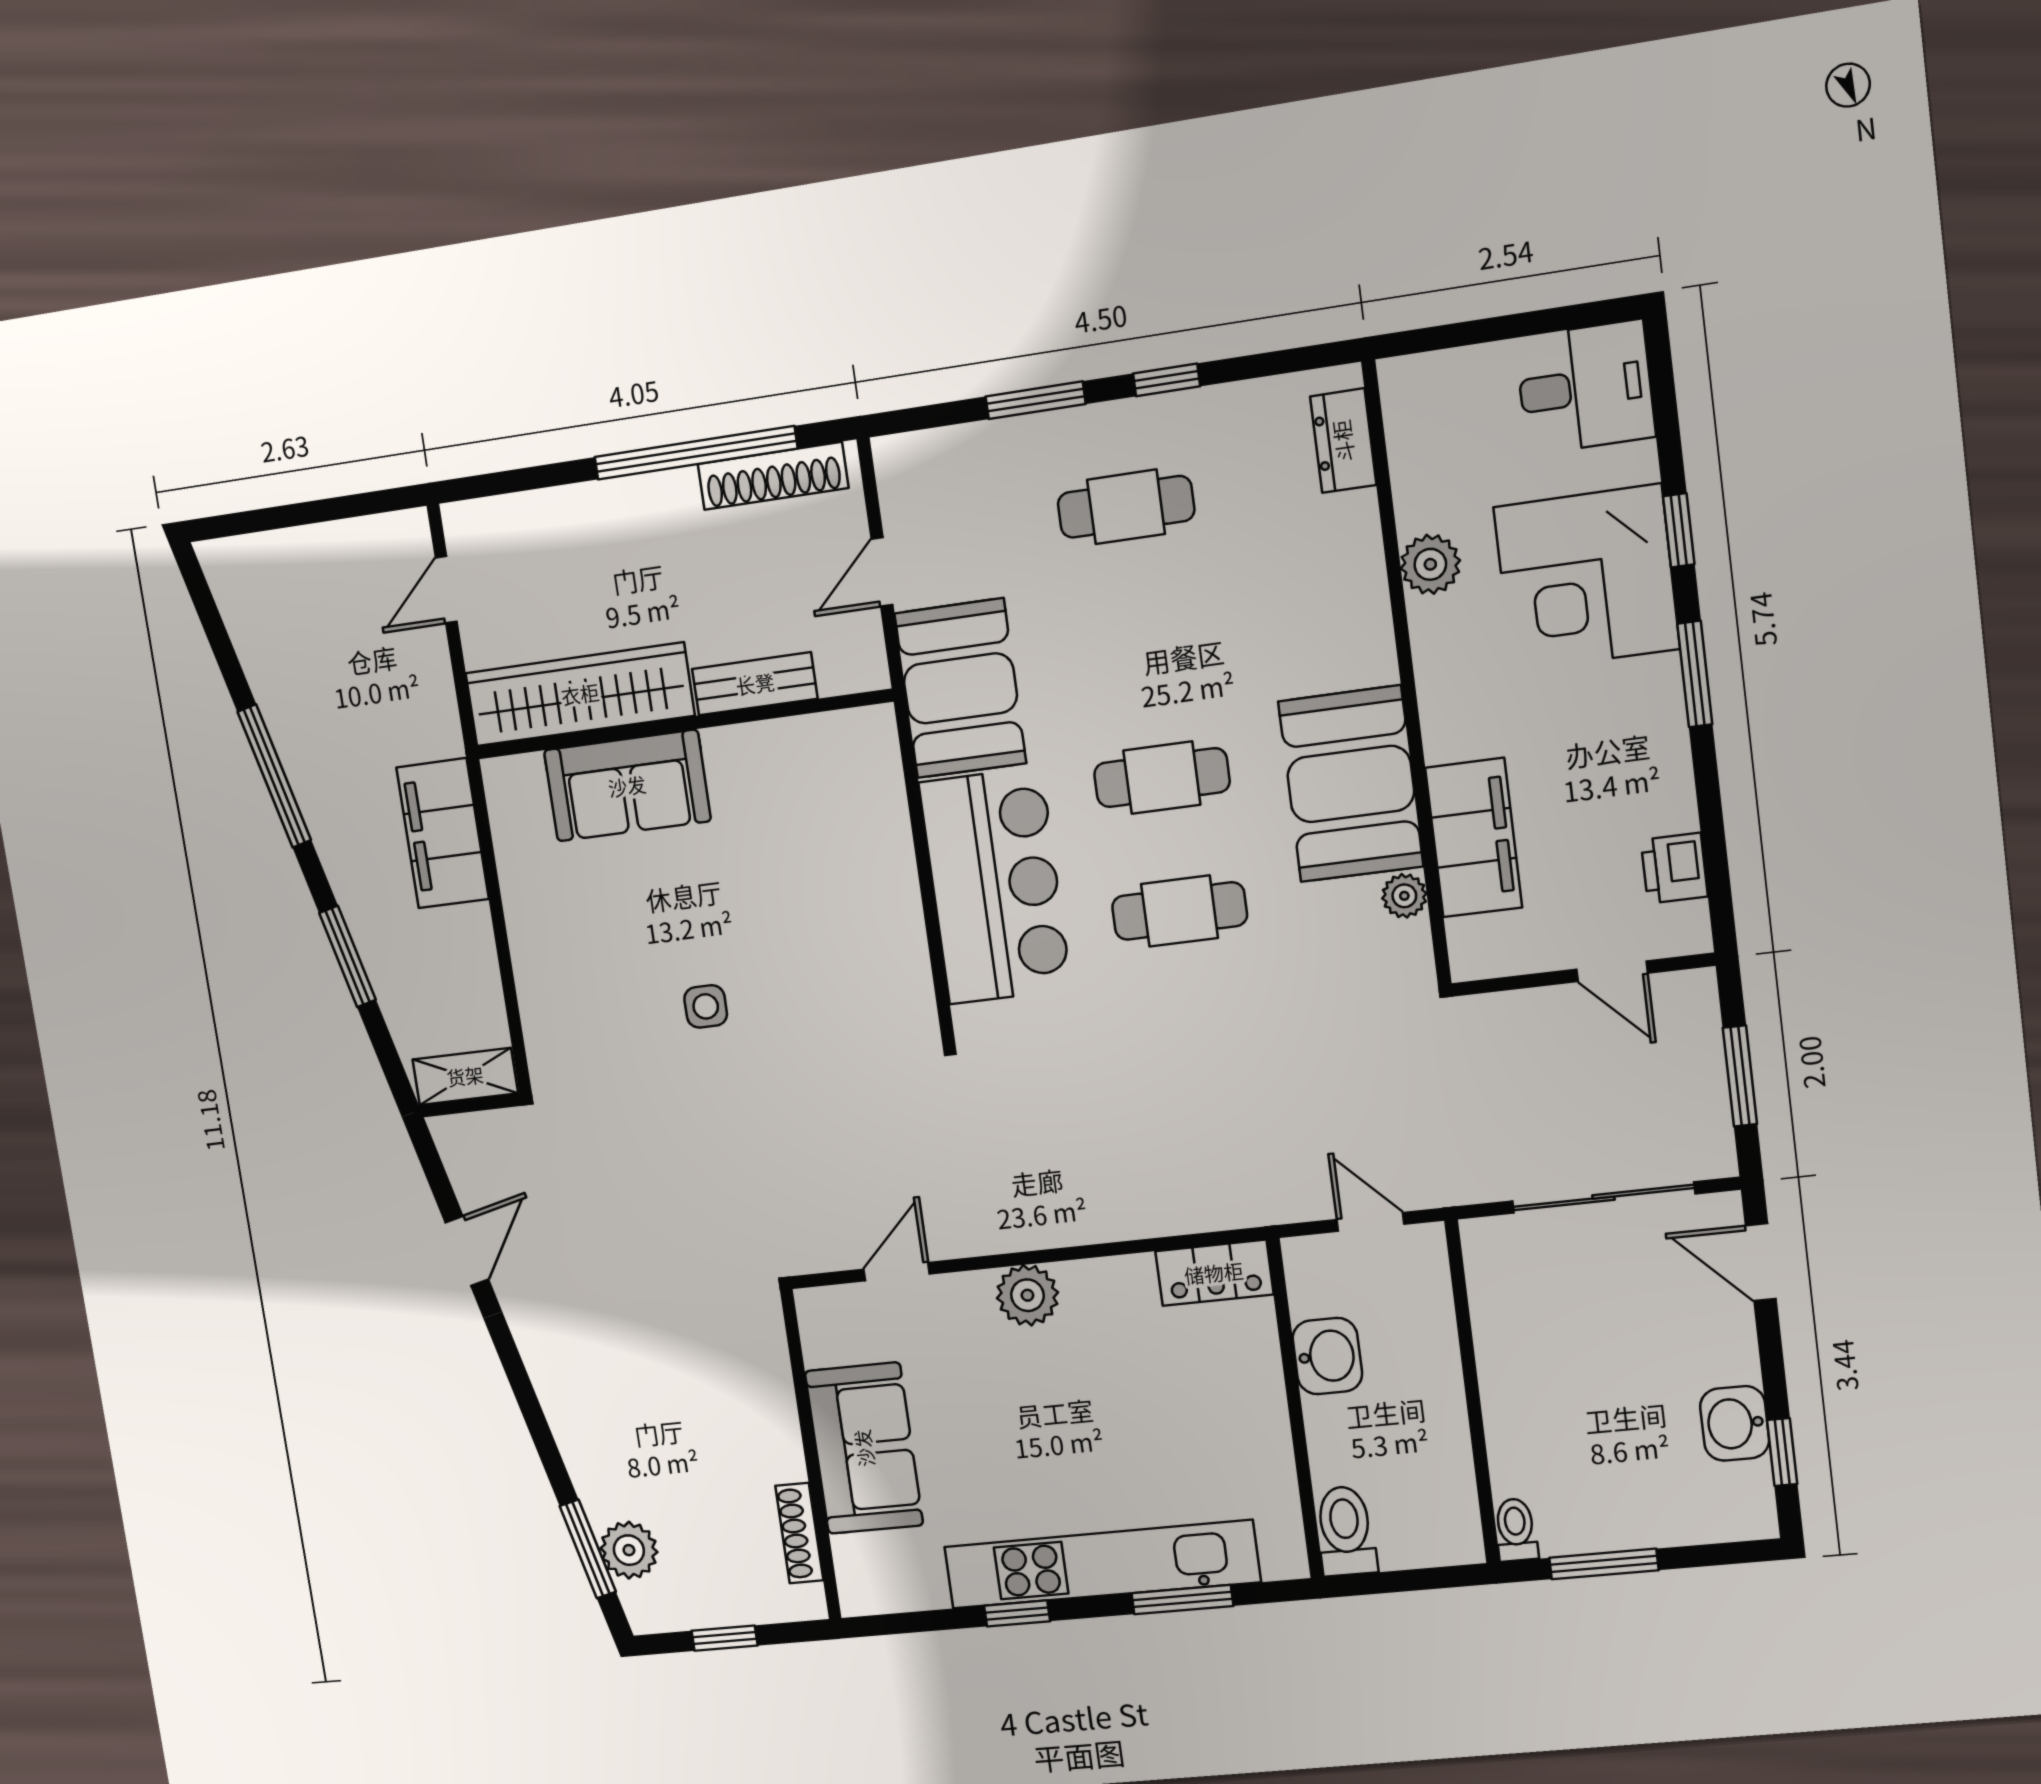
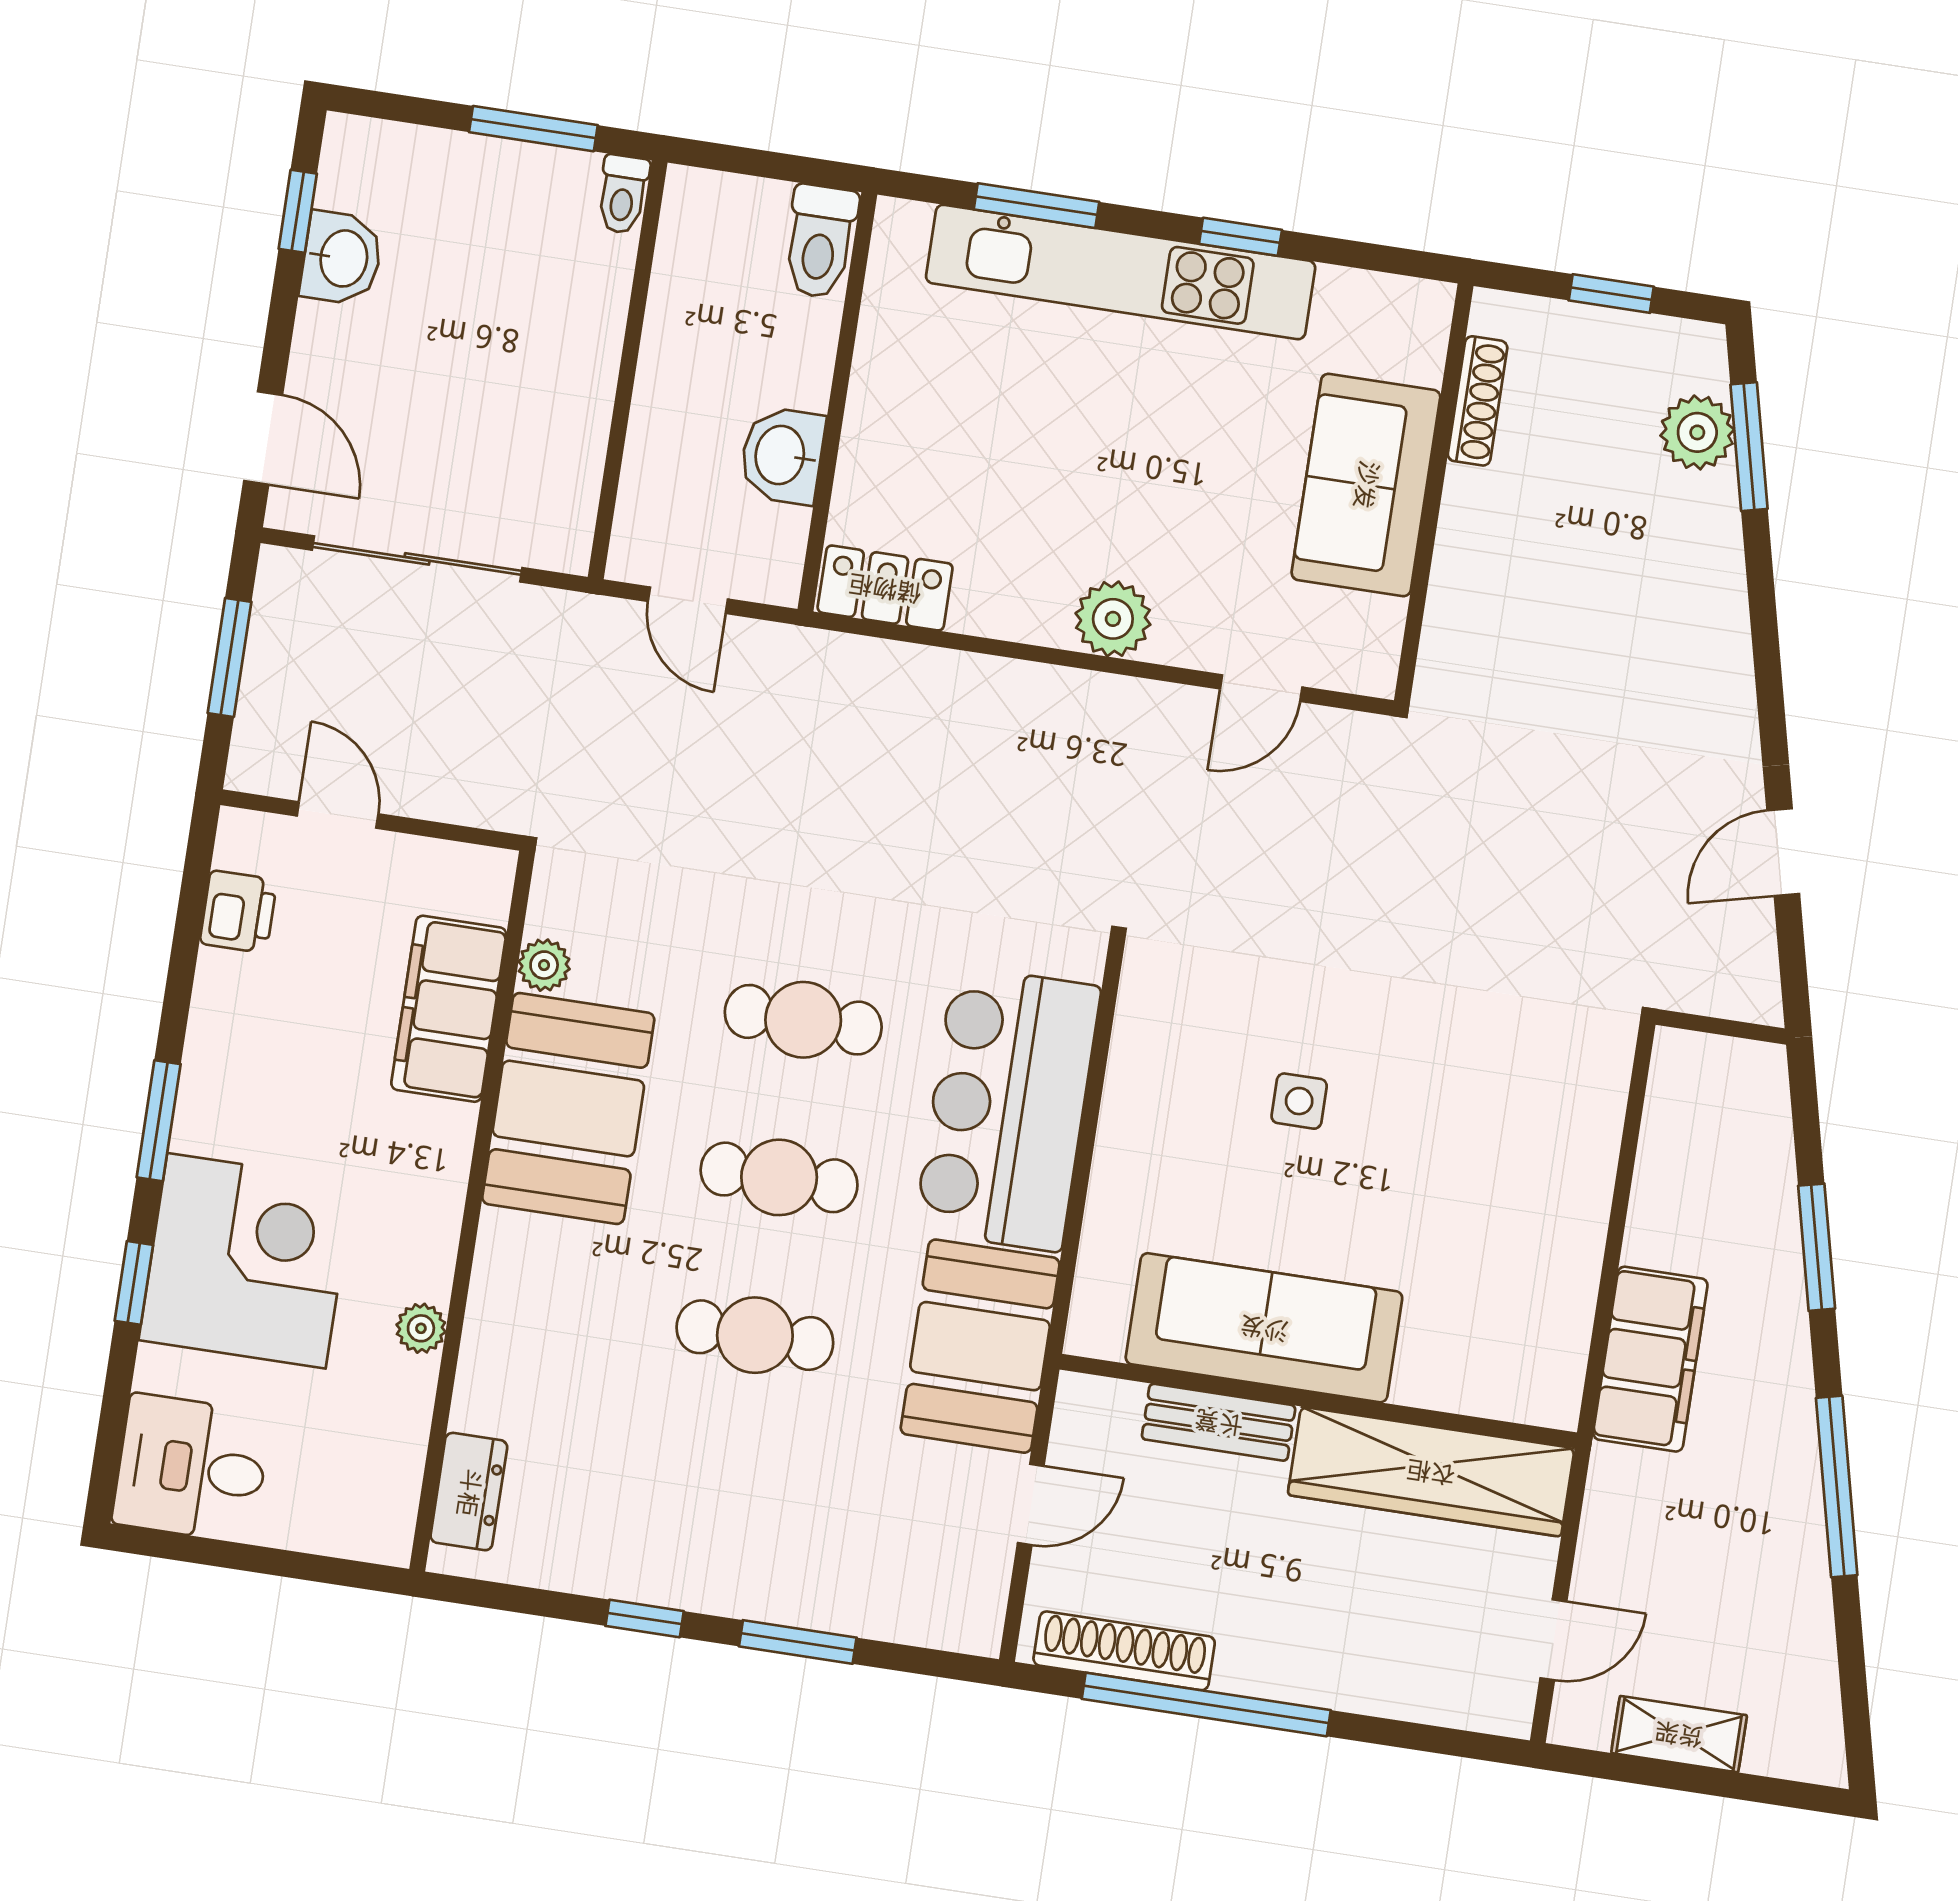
cafe table: (1126, 507) -> (755, 1335), moved
plant: (1430, 564) -> (421, 1328), width x0.73, depth x0.73
sofa: (627, 786) -> (1264, 1328), moved, width x1.36
side table: (706, 1006) -> (1299, 1101), moved
shelving: (465, 1076) -> (1679, 1734), moved

